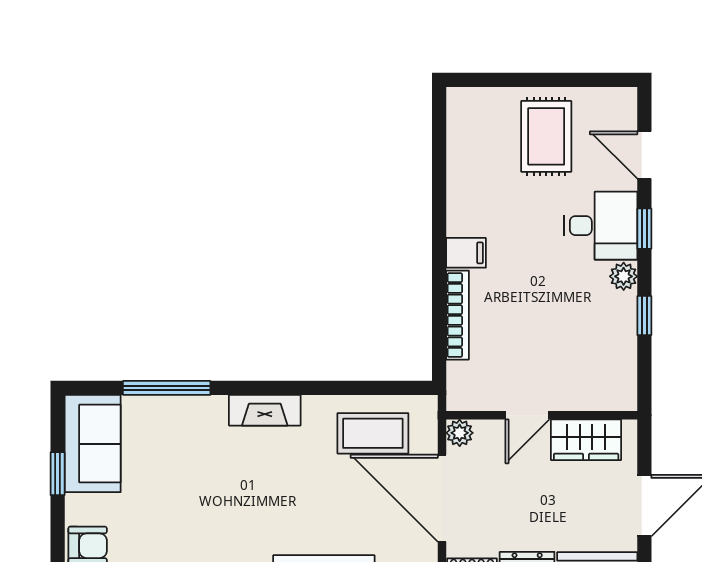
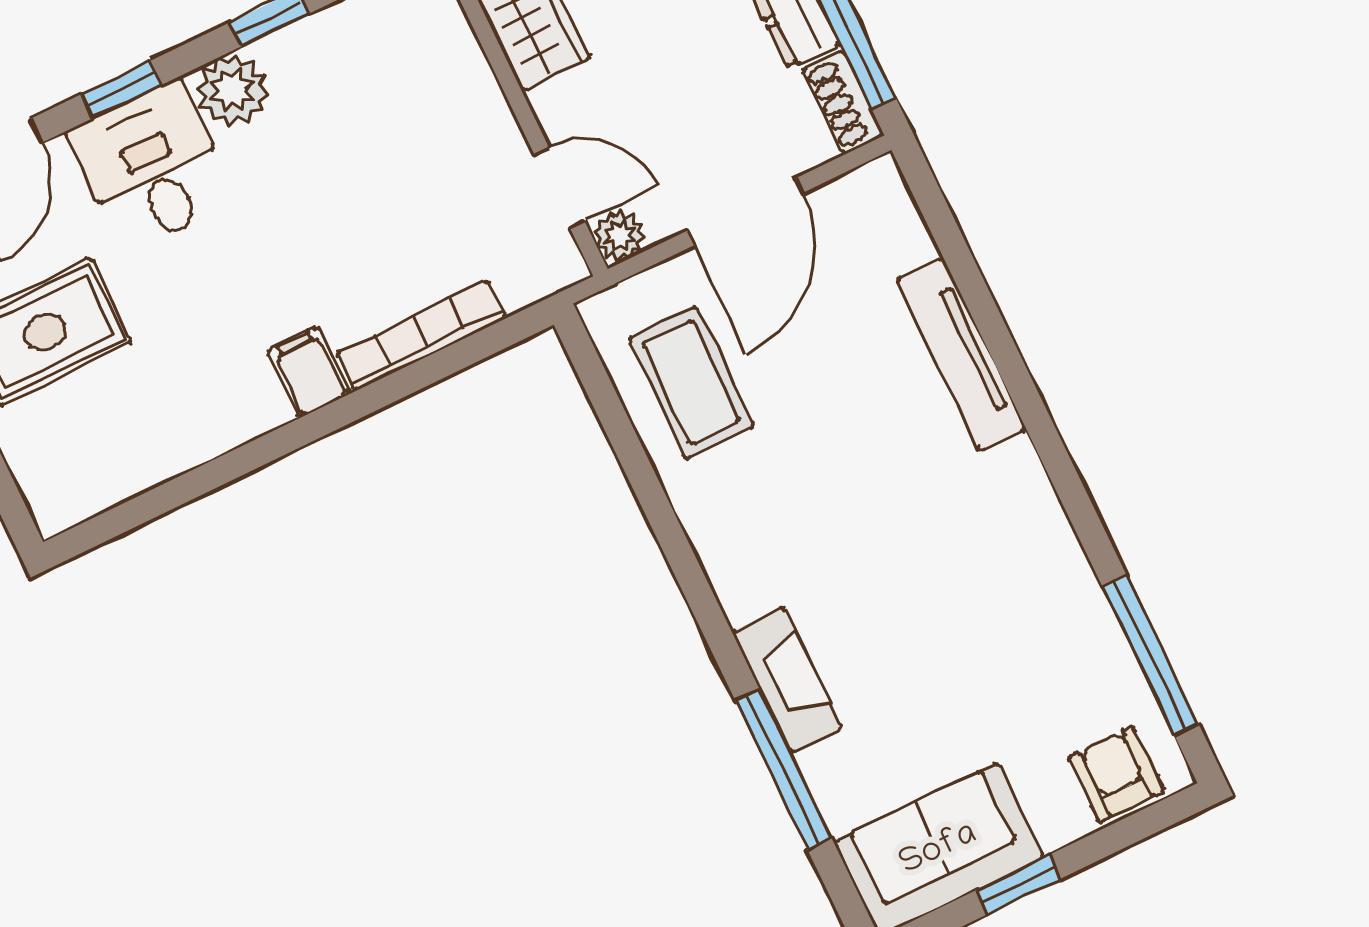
plant: (624, 276) -> (232, 90), width x1.38, depth x1.38
fireplace: (265, 410) -> (787, 680), moved
door: (527, 415) -> (559, 187), moved
door: (442, 498) -> (745, 212), width x0.73

